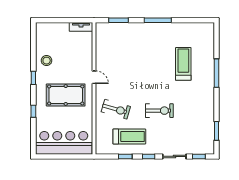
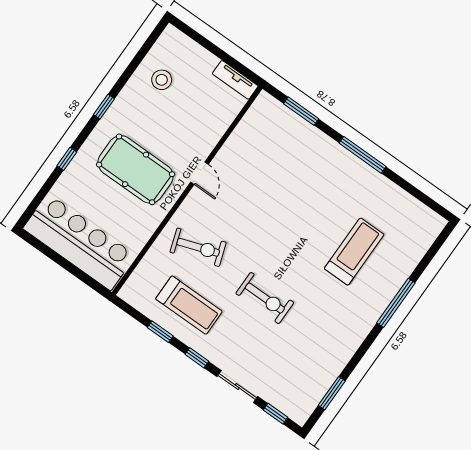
stool: (47, 61) -> (162, 80), moved
exercise bike: (116, 109) -> (198, 247), turned -35

